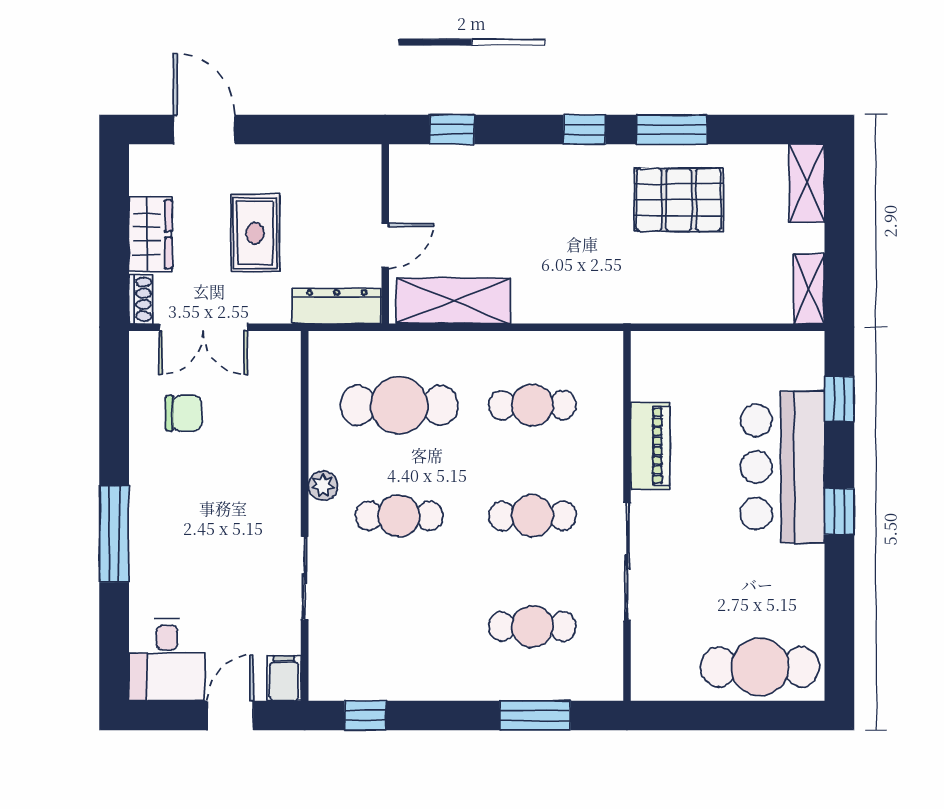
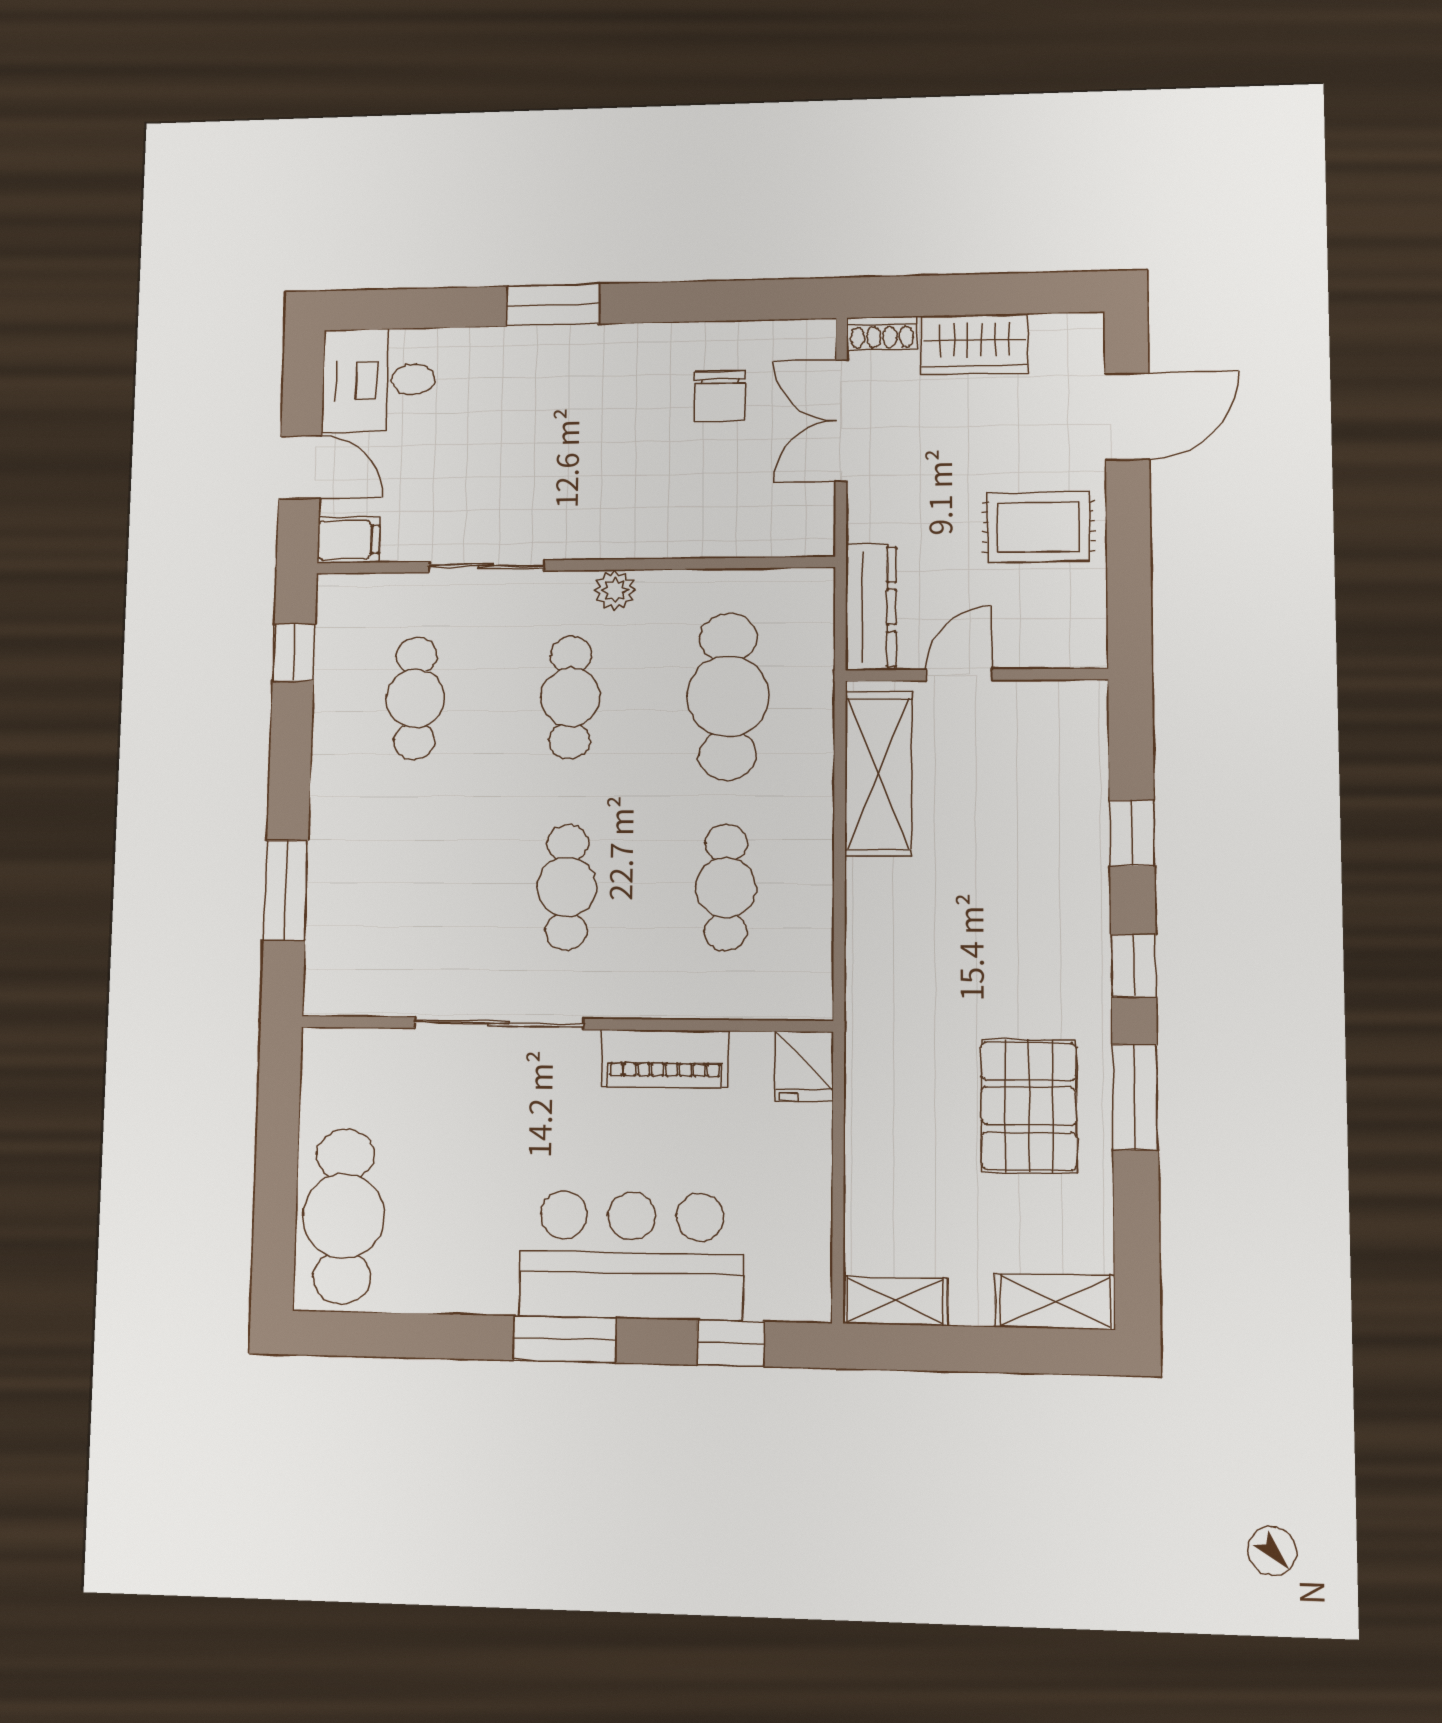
window: (452, 129) -> (1132, 833), moved
rug: (255, 233) -> (1039, 527), moved
door: (385, 246) -> (959, 675), swing flipped
fridge: (654, 351) -> (804, 1066), added
window: (839, 511) -> (565, 1339), width x1.50
window: (114, 534) -> (553, 305), width x0.69
cafe table: (532, 627) -> (415, 698), moved

